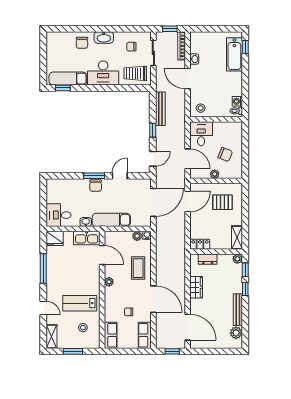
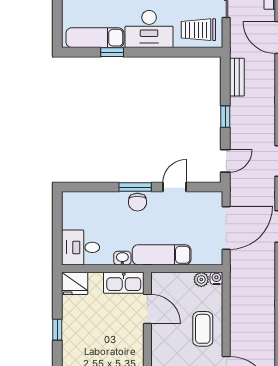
window: (63, 88) -> (112, 52), moved
bench: (160, 109) -> (237, 77), width x0.73
window: (43, 268) -> (57, 330), width x0.46
plant: (109, 282) -> (158, 350), removed

